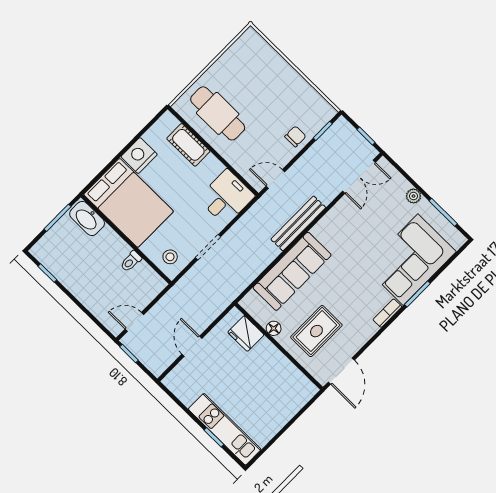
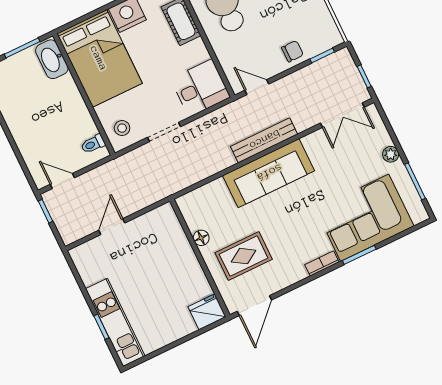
toilet: (131, 261) -> (93, 144), moved
sofa: (292, 271) -> (269, 173), moved
fridge: (246, 334) -> (207, 312), moved, turned 90

